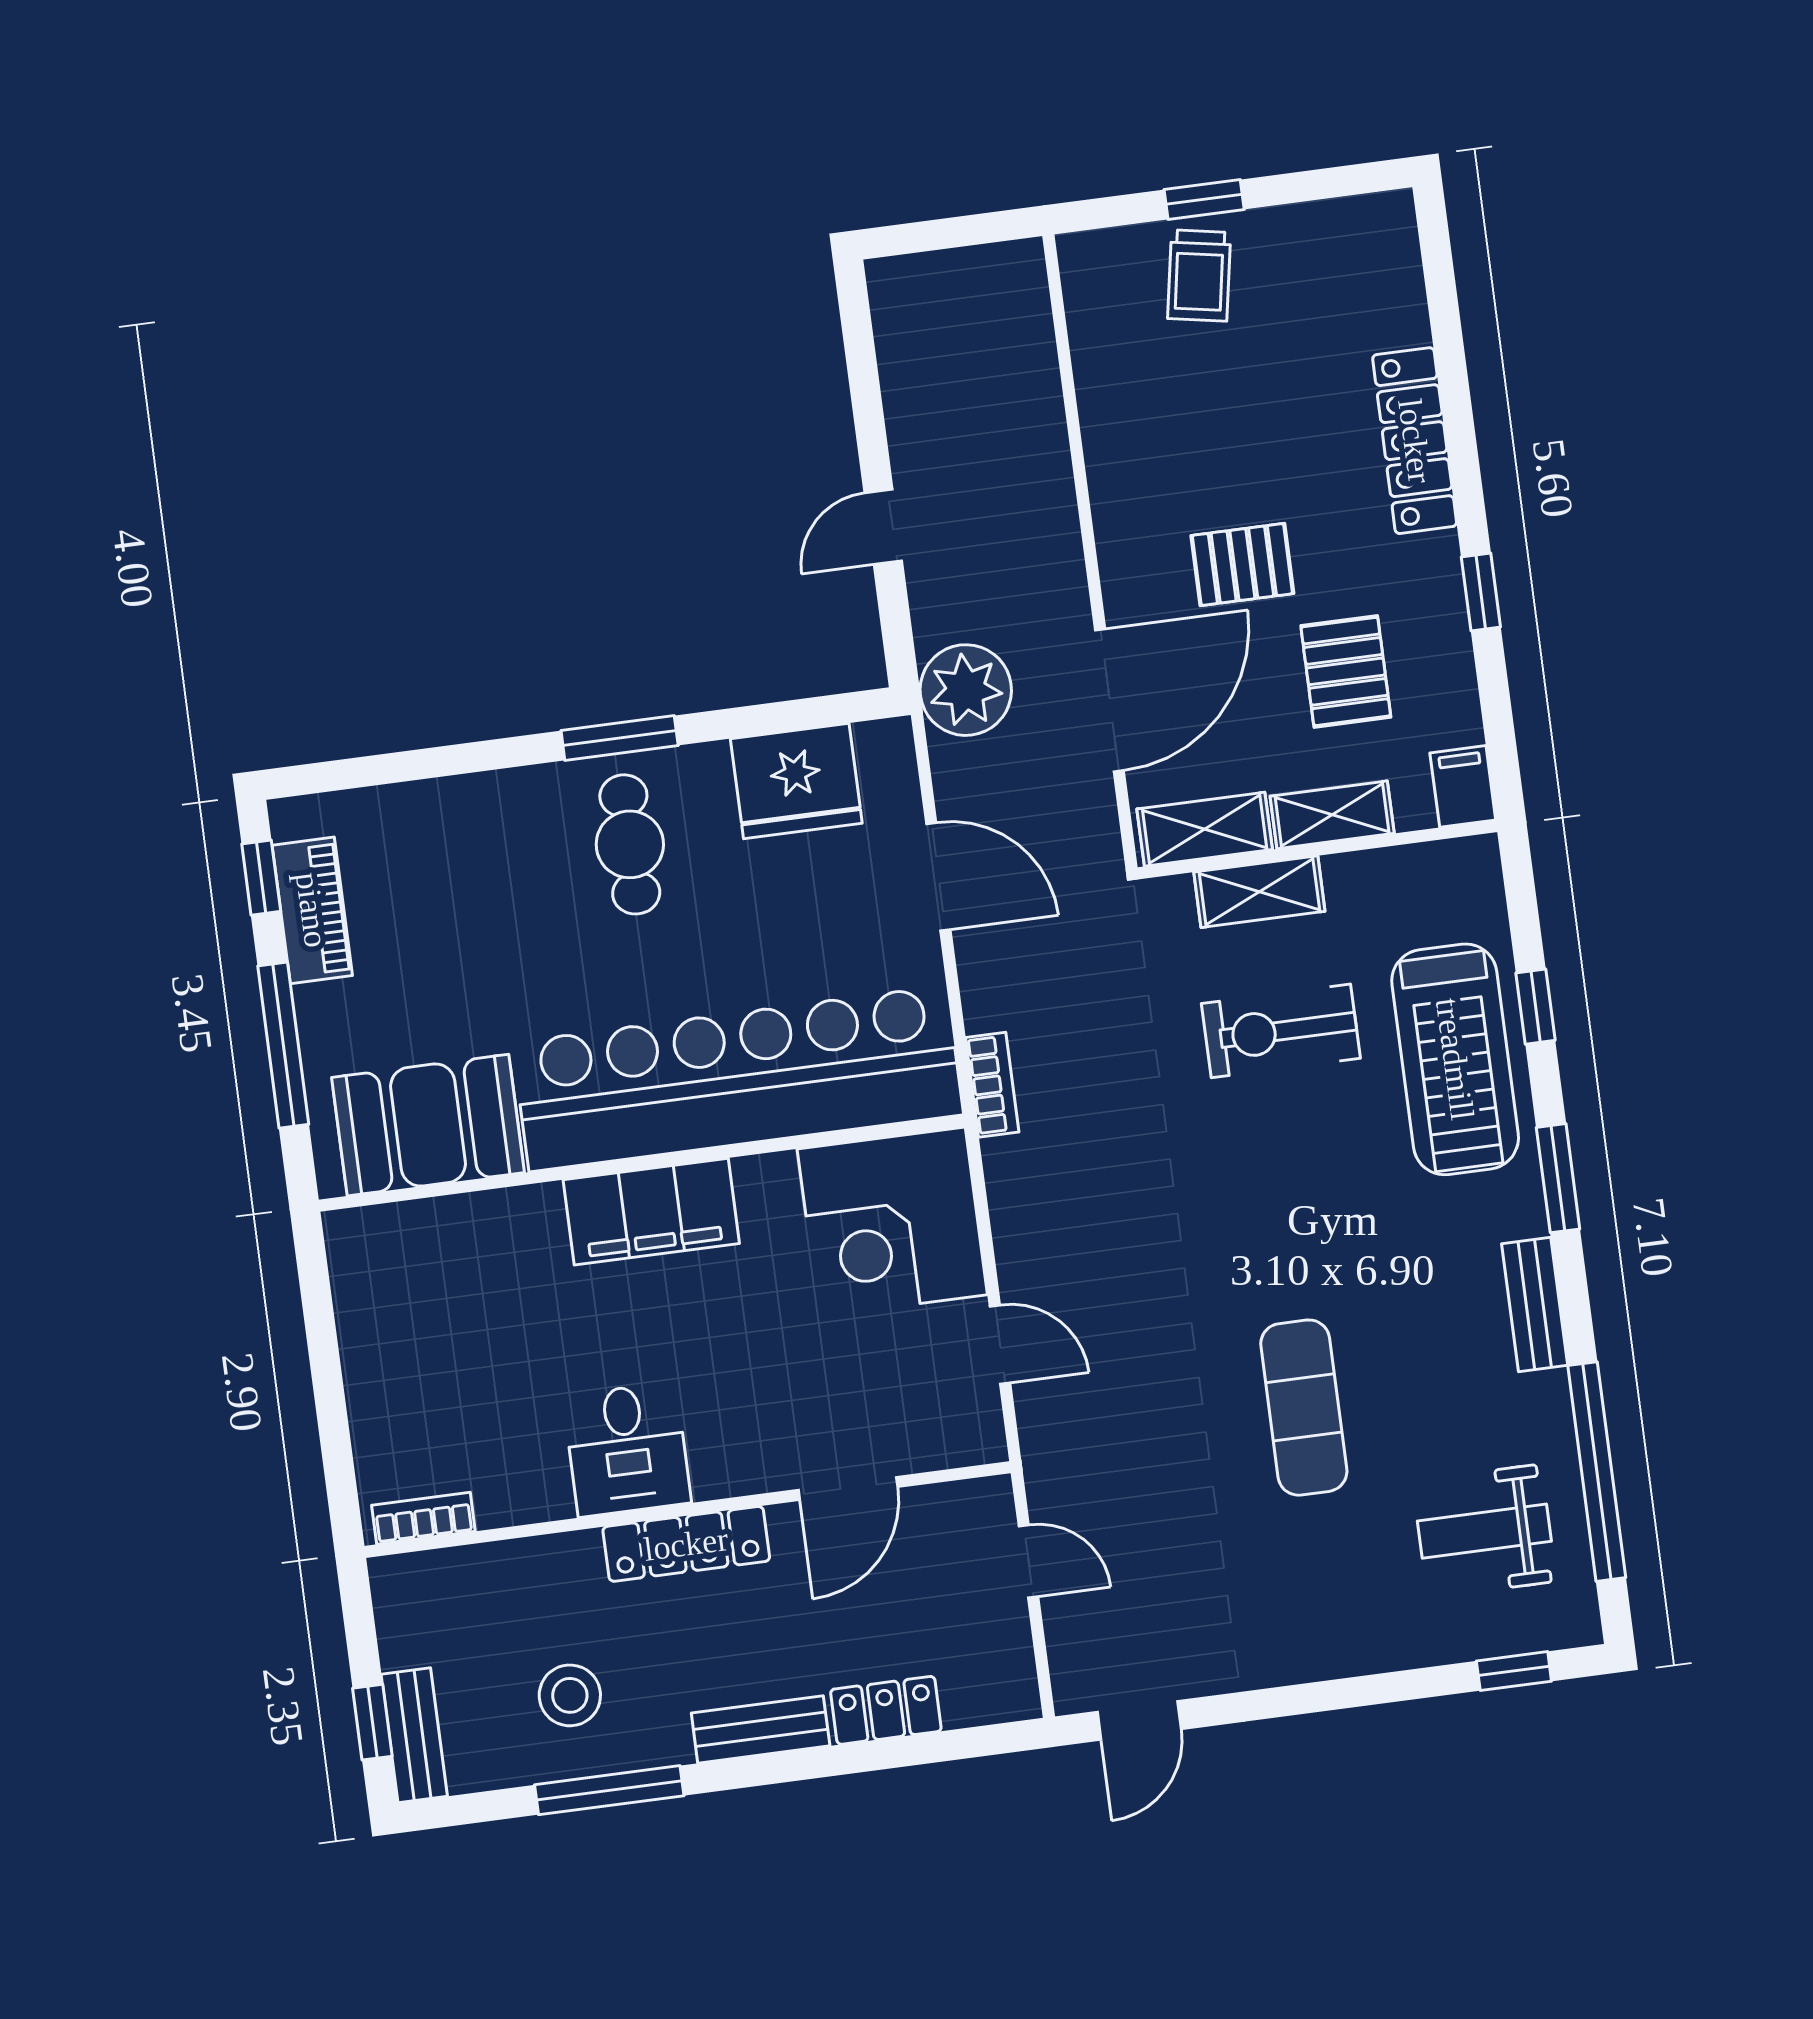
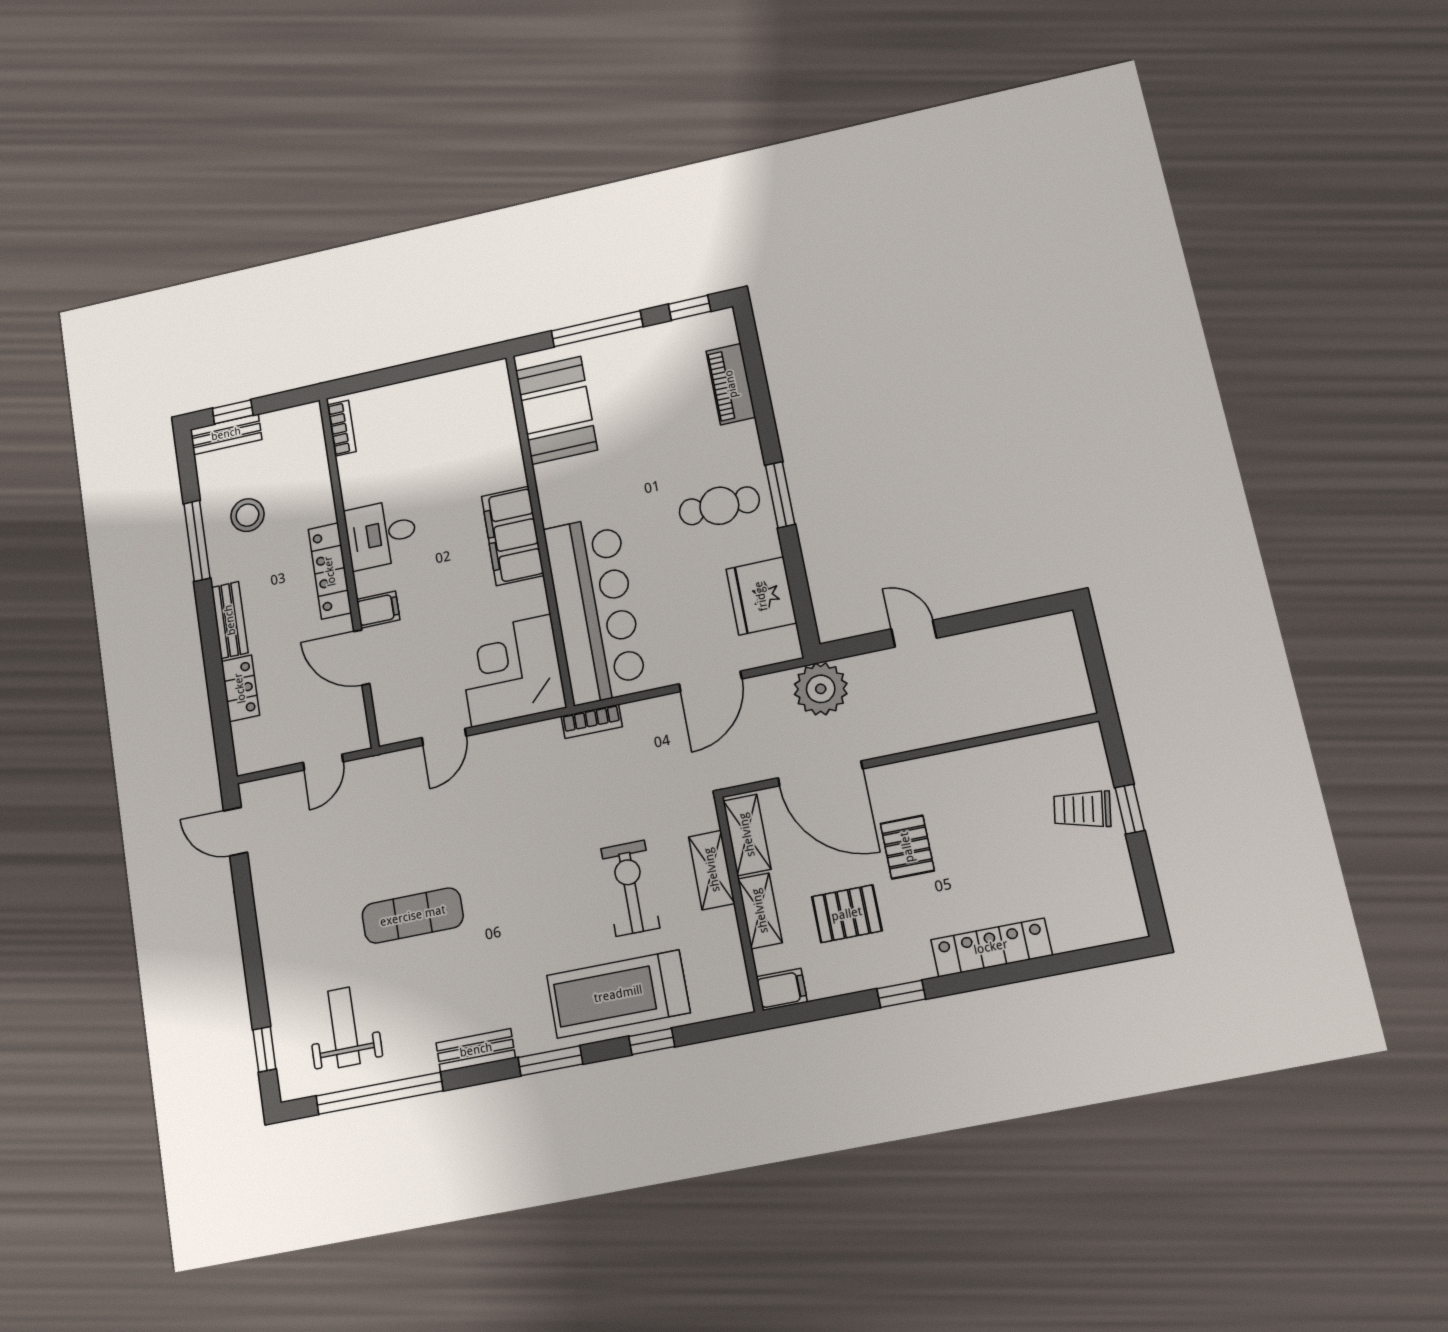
piano: (312, 910) -> (731, 384), moved, turned 90
bar counter: (738, 1079) -> (595, 609), width x0.73
filing cabinet: (764, 1457) -> (378, 610), added

